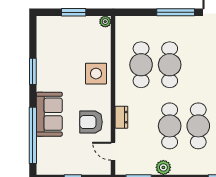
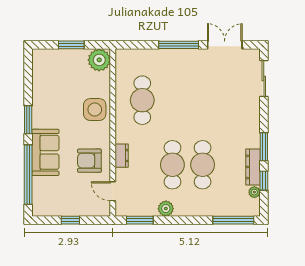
plant: (105, 22) -> (99, 60), width x1.87, depth x1.87
cafe table: (170, 65) -> (172, 100), removed
window: (33, 71) -> (28, 120), moved

